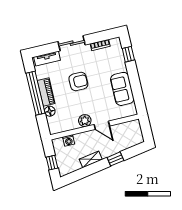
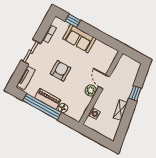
sofa: (122, 89) -> (79, 39), moved
door: (102, 125) -> (104, 82), swing flipped
window: (52, 163) -> (99, 138), removed

